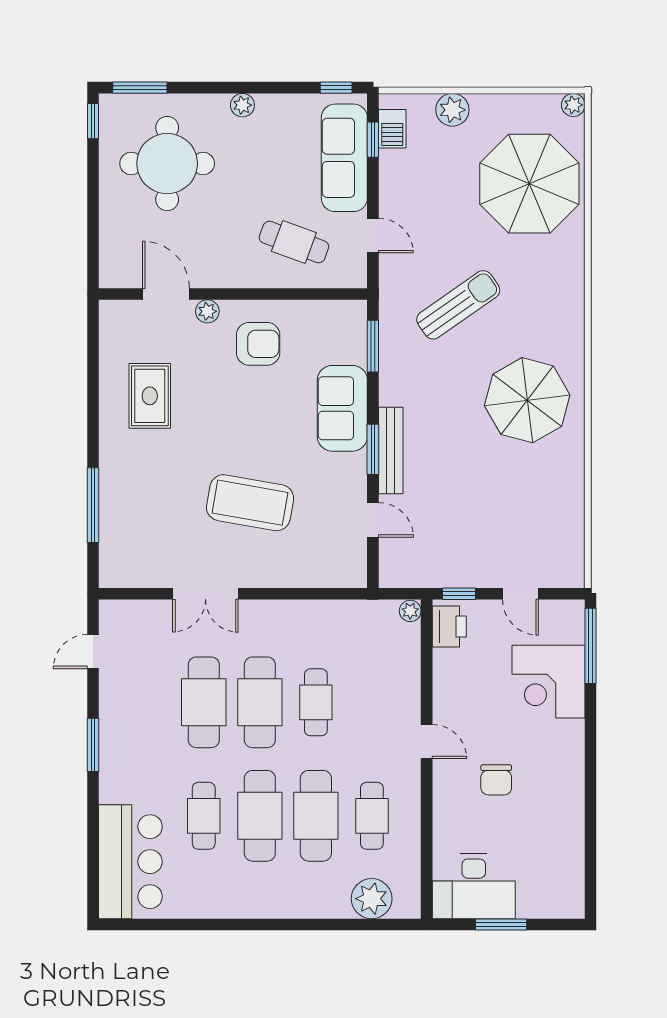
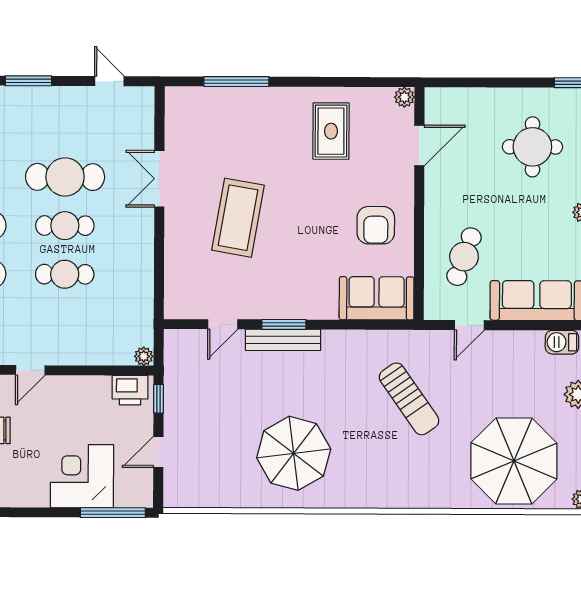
window: (373, 140) -> (553, 325), removed
round table: (167, 164) -> (532, 147), width x0.73, depth x0.73
plant: (207, 311) -> (404, 97), moved
window: (373, 346) -> (373, 325), removed
rug: (150, 396) -> (331, 131), turned 90
parasol: (527, 400) -> (294, 453), moved
sofa: (342, 408) -> (377, 298), moved
cafe table: (260, 702) -> (65, 226), width x0.73, depth x0.74

